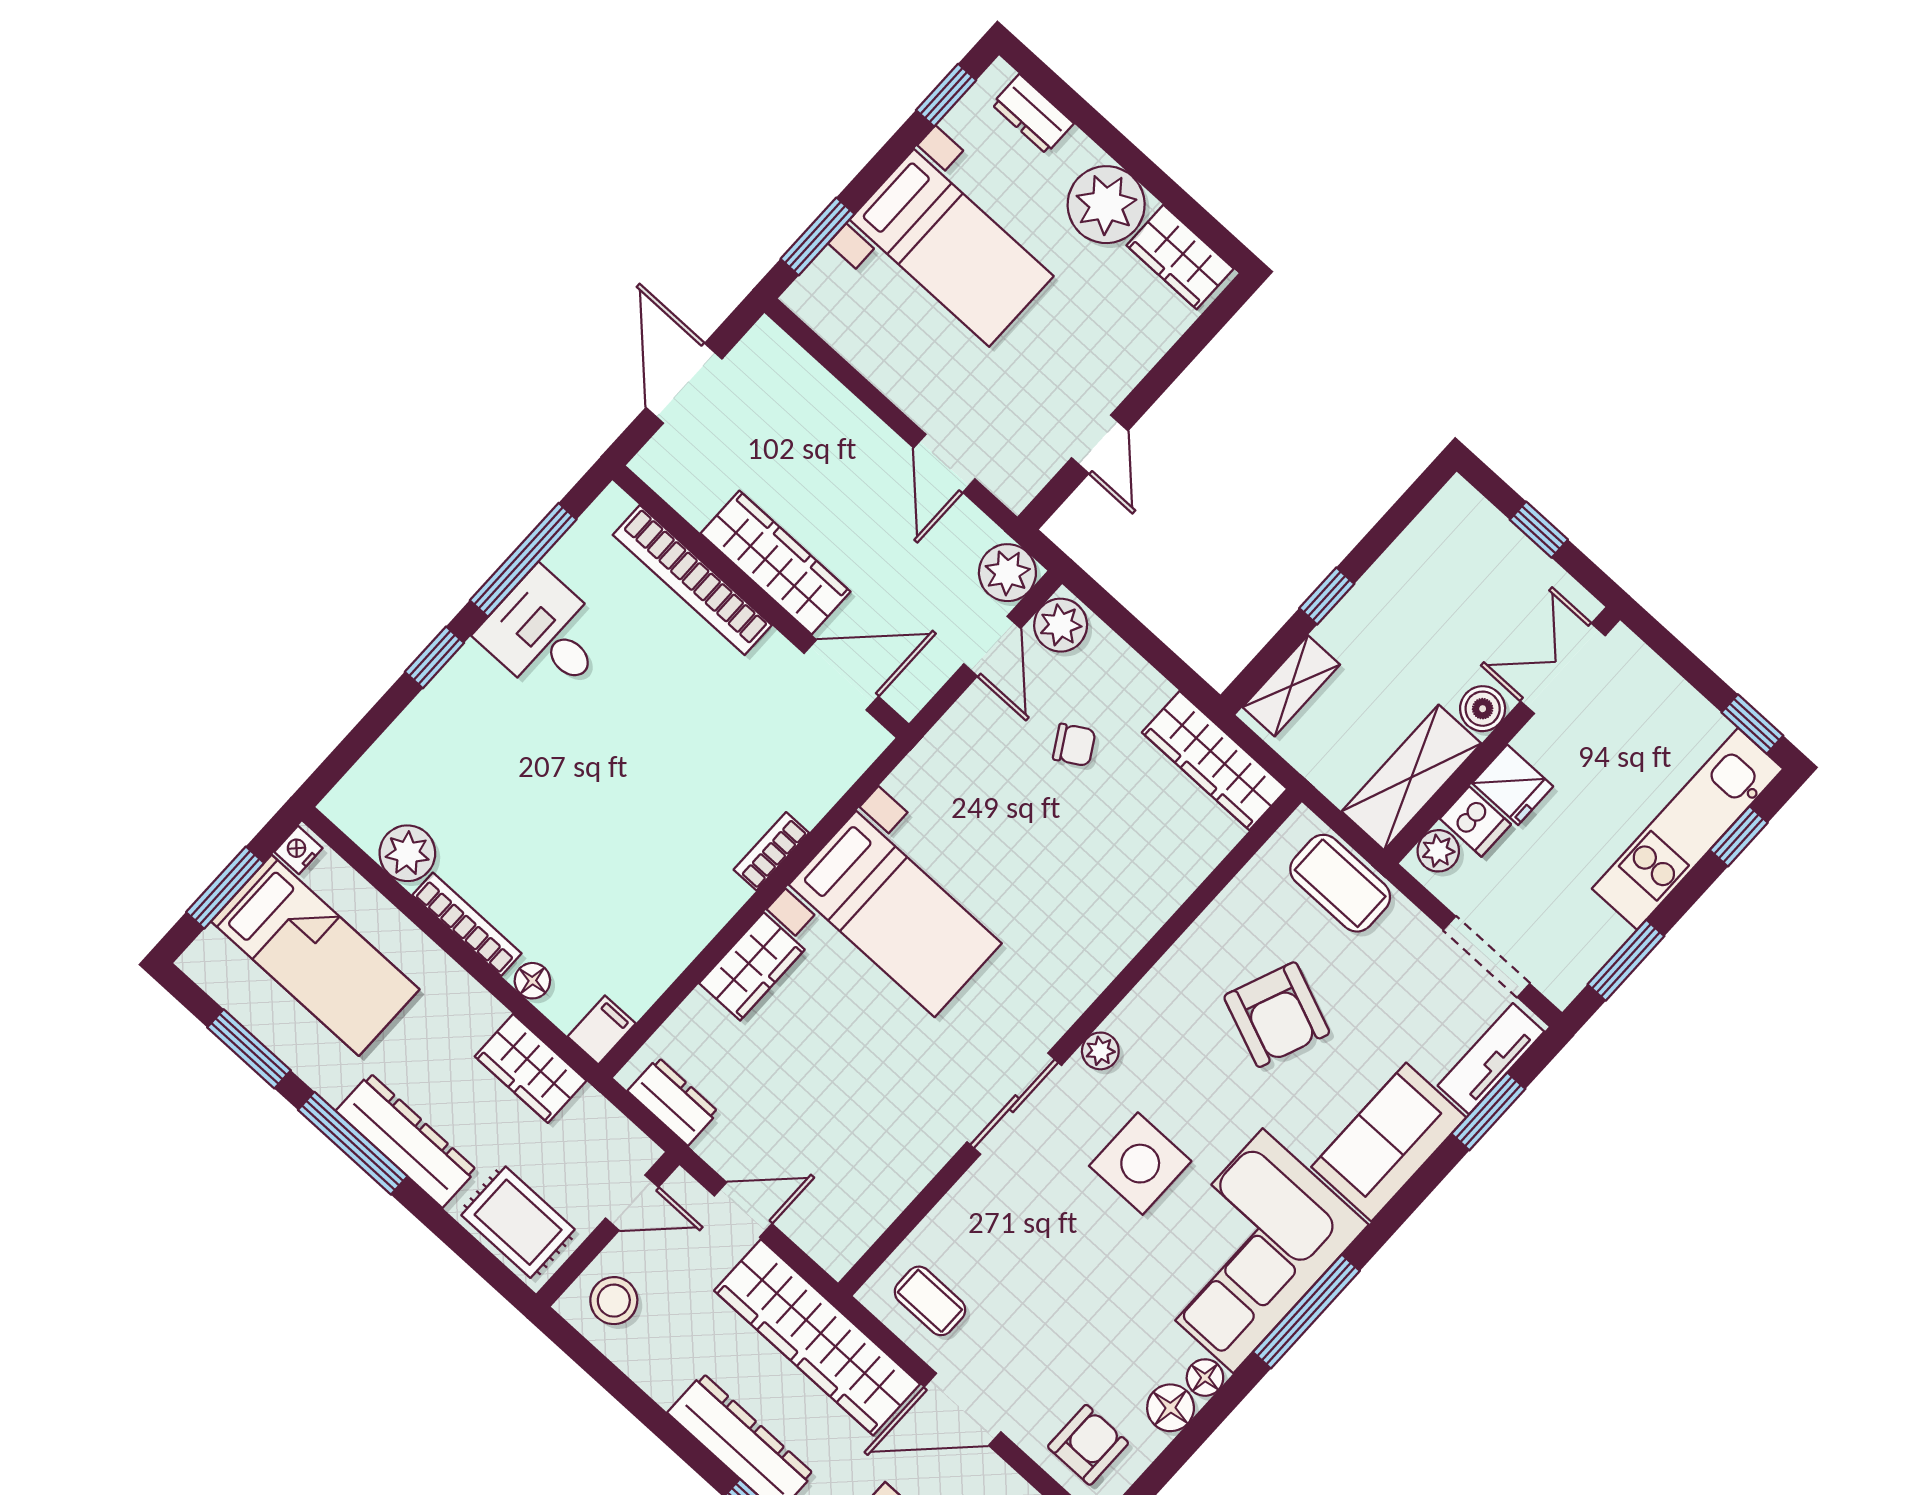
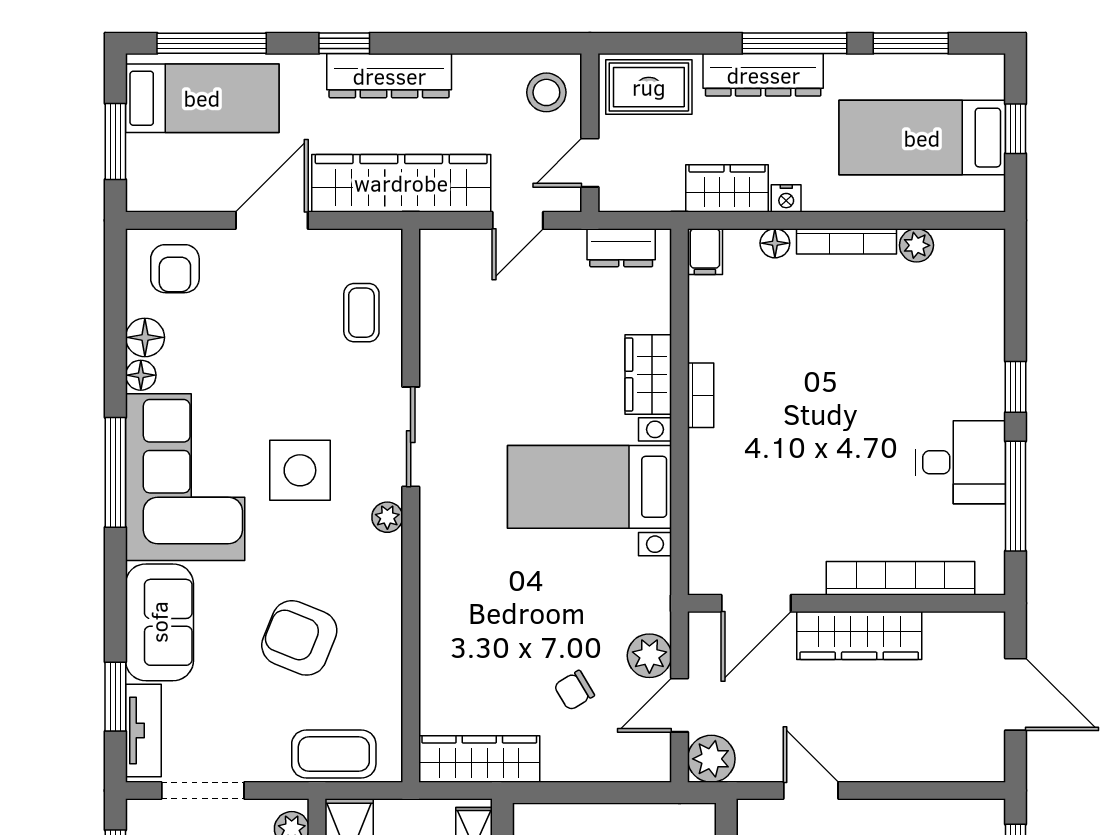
plant: (1061, 625) -> (649, 656), moved
door: (992, 646) -> (679, 705), hinge flipped
nightstand: (298, 850) -> (786, 198), moved, turned 90
bookcase: (771, 851) -> (701, 395), moved
plant: (407, 853) -> (916, 245), width x0.73, depth x0.73
window: (225, 888) -> (1015, 129), width x0.67
coffee table: (930, 1301) -> (361, 313), moved, turned 90

